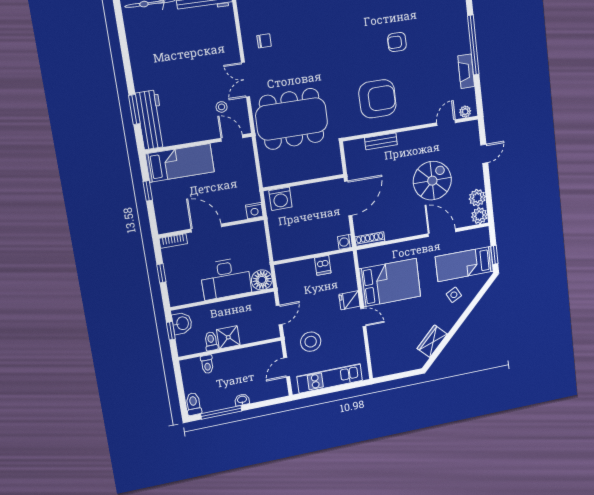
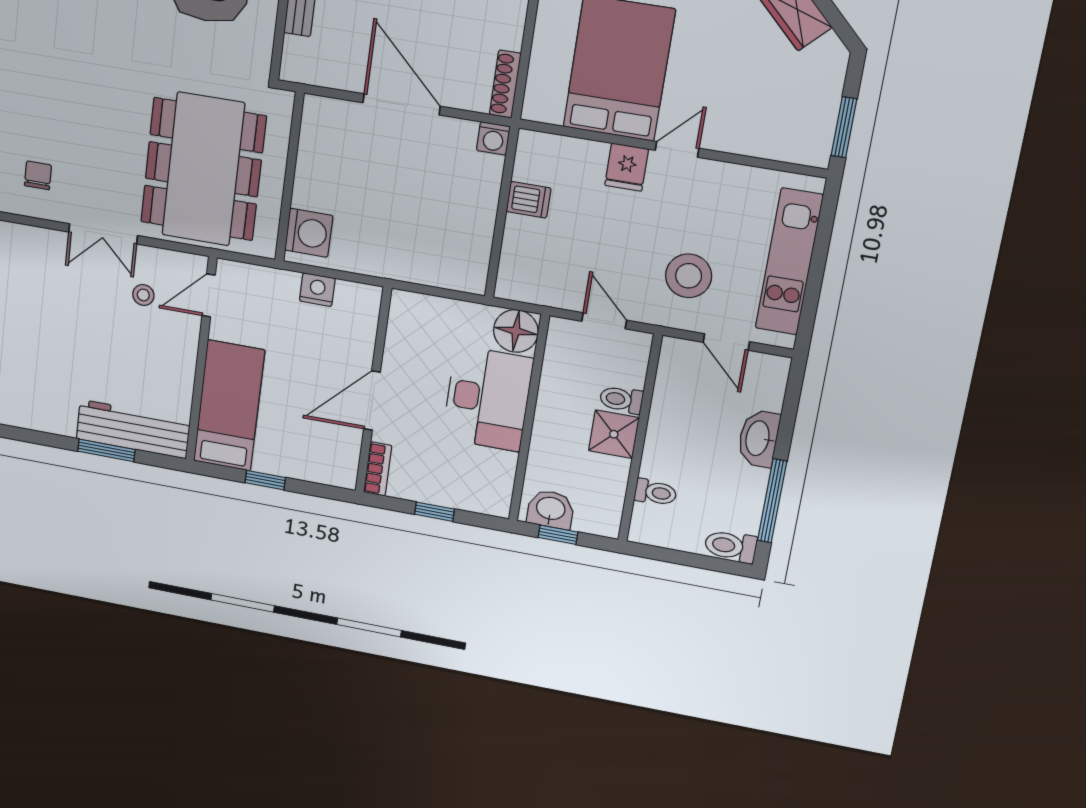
wall: (304, 183) -> (289, 177), moved
washing machine: (281, 199) -> (309, 233), moved
nightstand: (254, 211) -> (317, 290), moved, turned -90
toilet: (211, 341) -> (621, 400), moved
window: (392, 377) -> (844, 127), added
washbasin: (242, 400) -> (759, 438), width x1.91, depth x1.45

